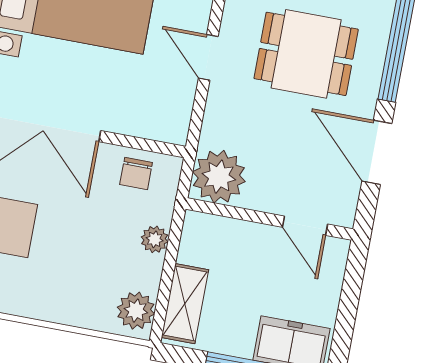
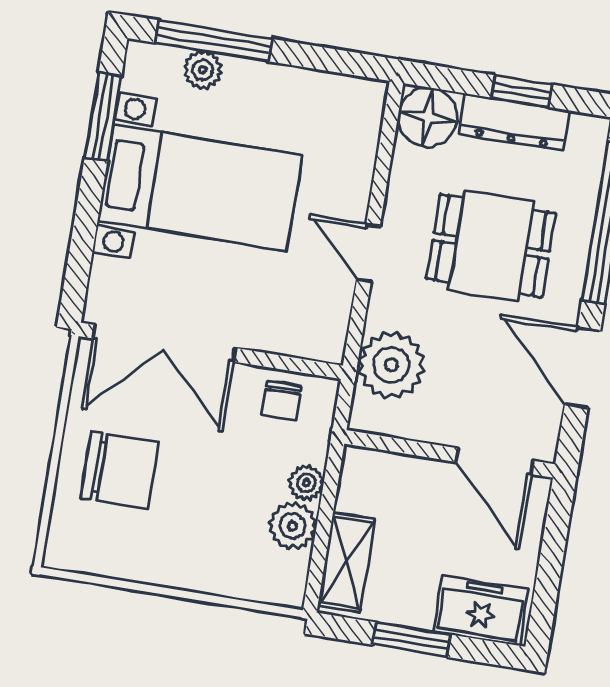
plant: (219, 177) -> (391, 365), moved
door: (305, 226) -> (495, 461), width x1.38
plant: (136, 311) -> (293, 526), moved

